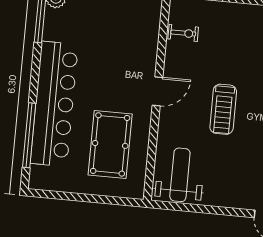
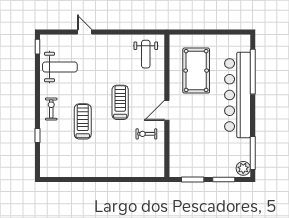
exercise bike: (183, 33) -> (146, 134), moved
weight bench: (180, 175) -> (146, 54), width x0.73, depth x0.75

